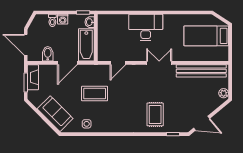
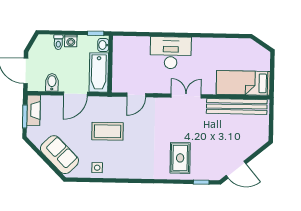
bed: (206, 36) -> (243, 83), moved
plant: (224, 93) -> (263, 134), removed

